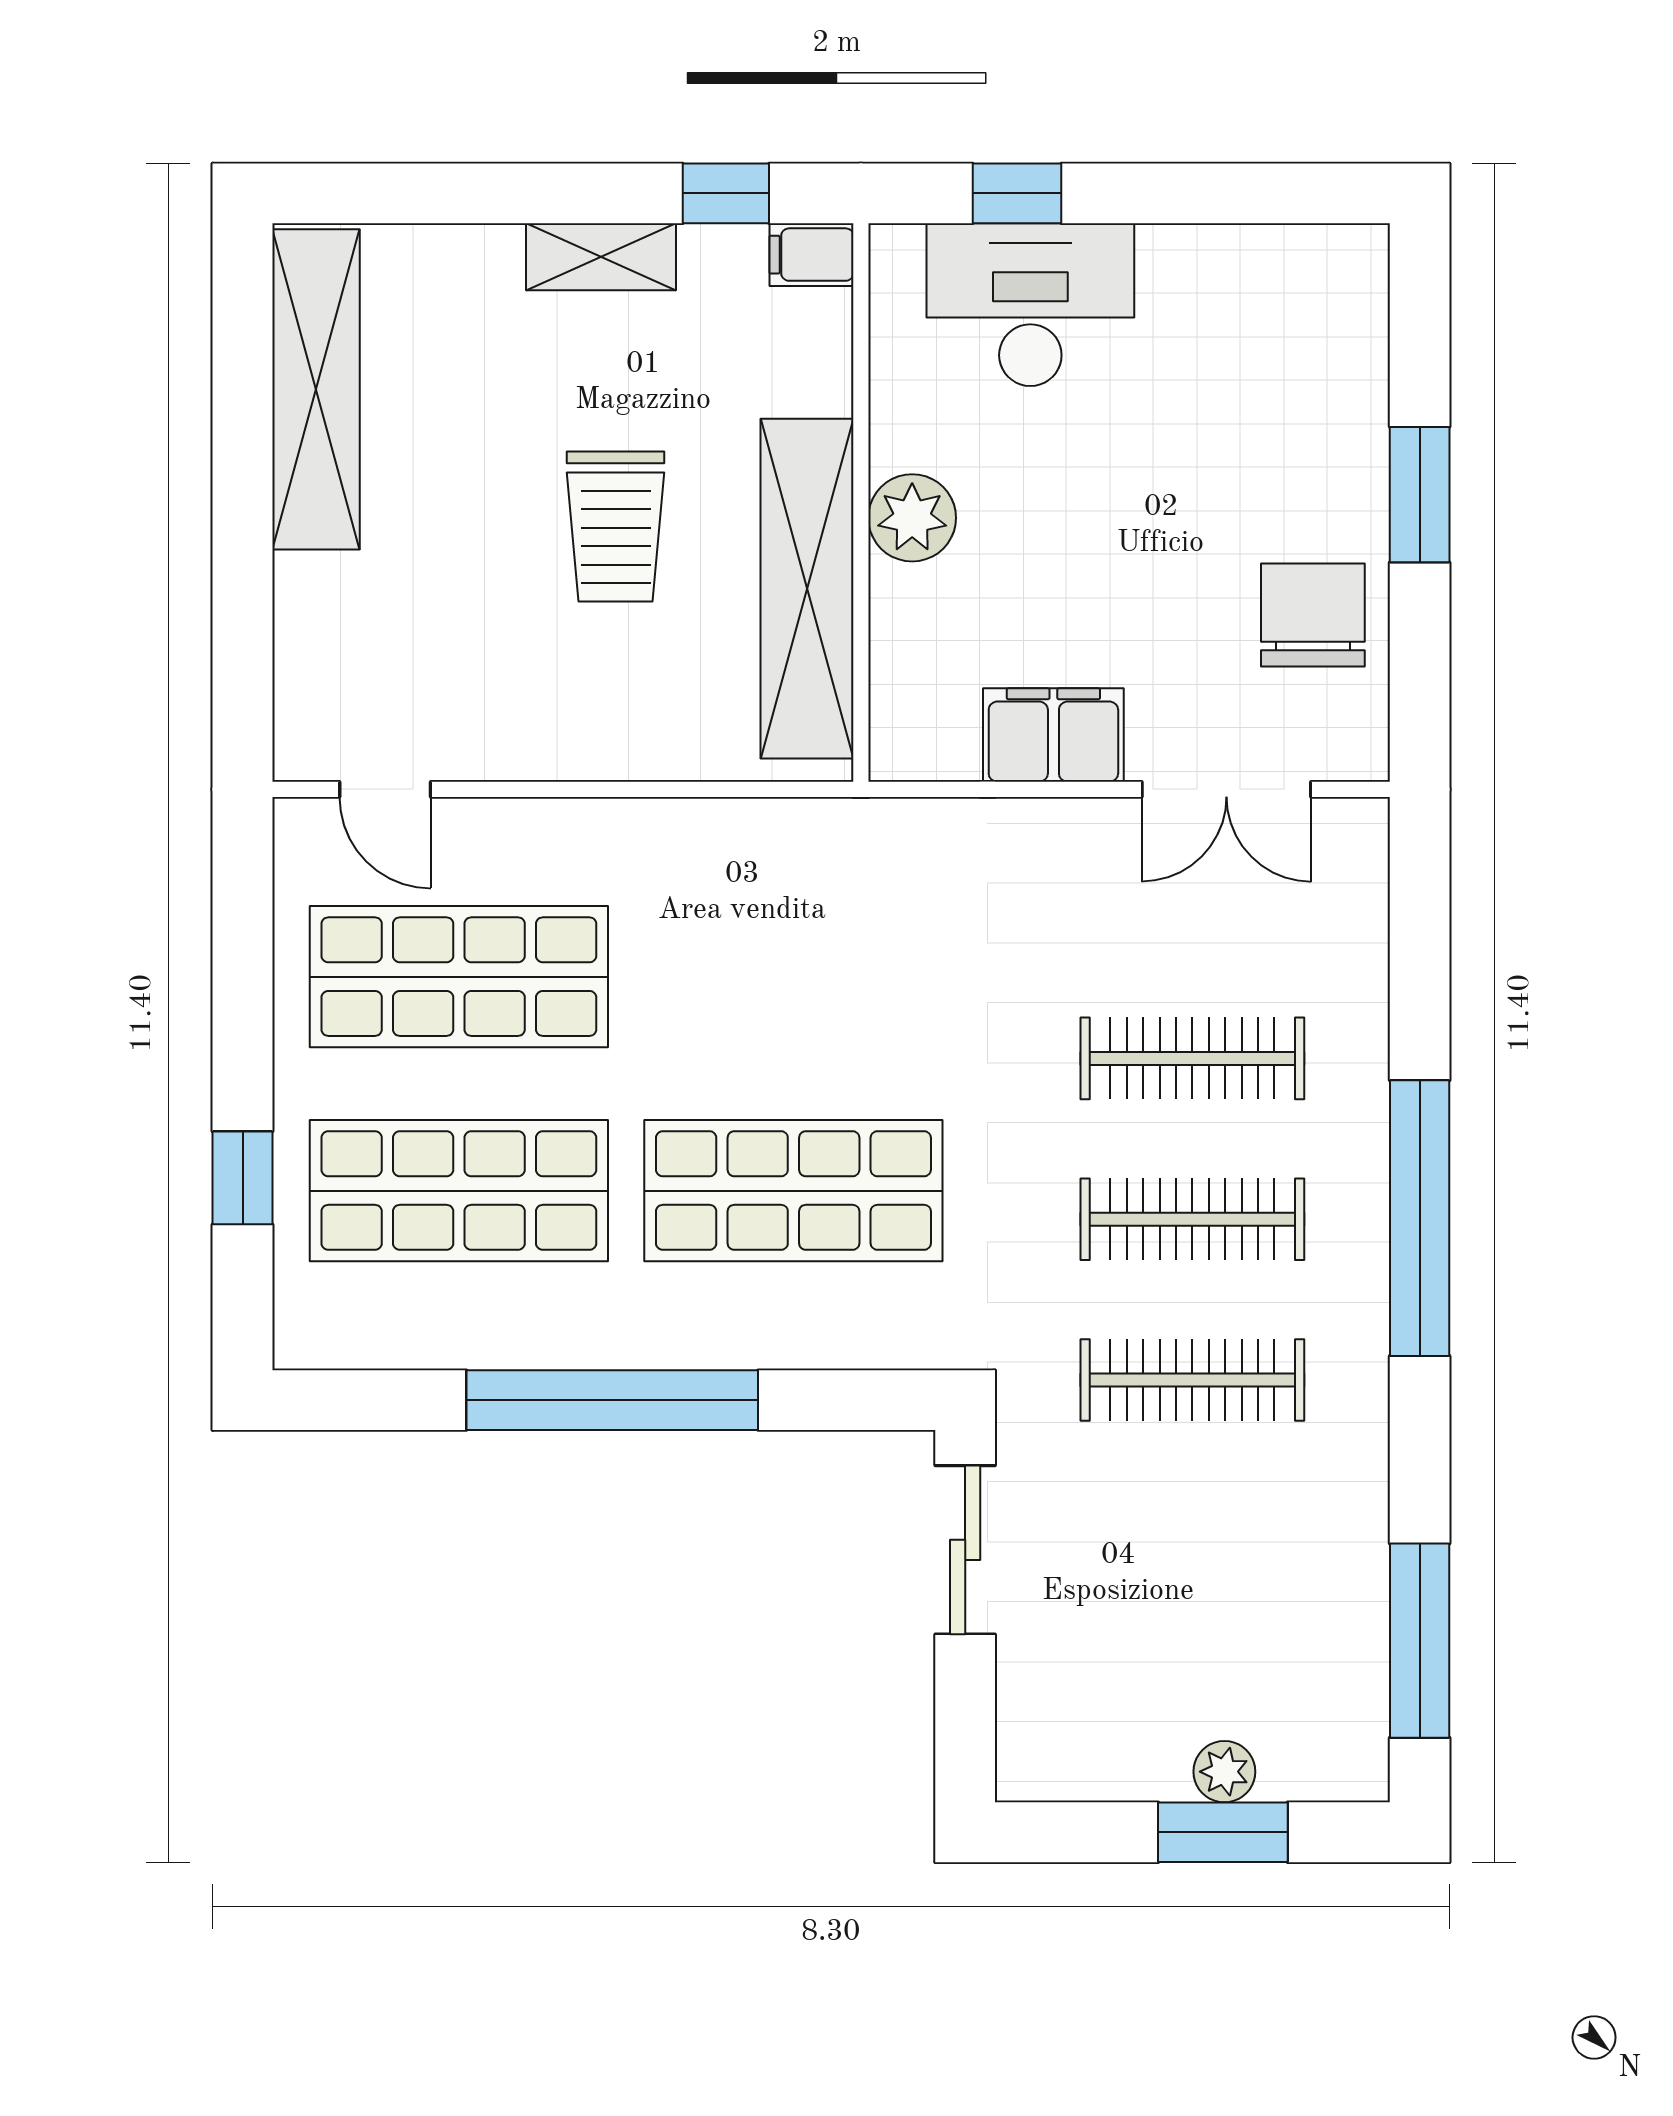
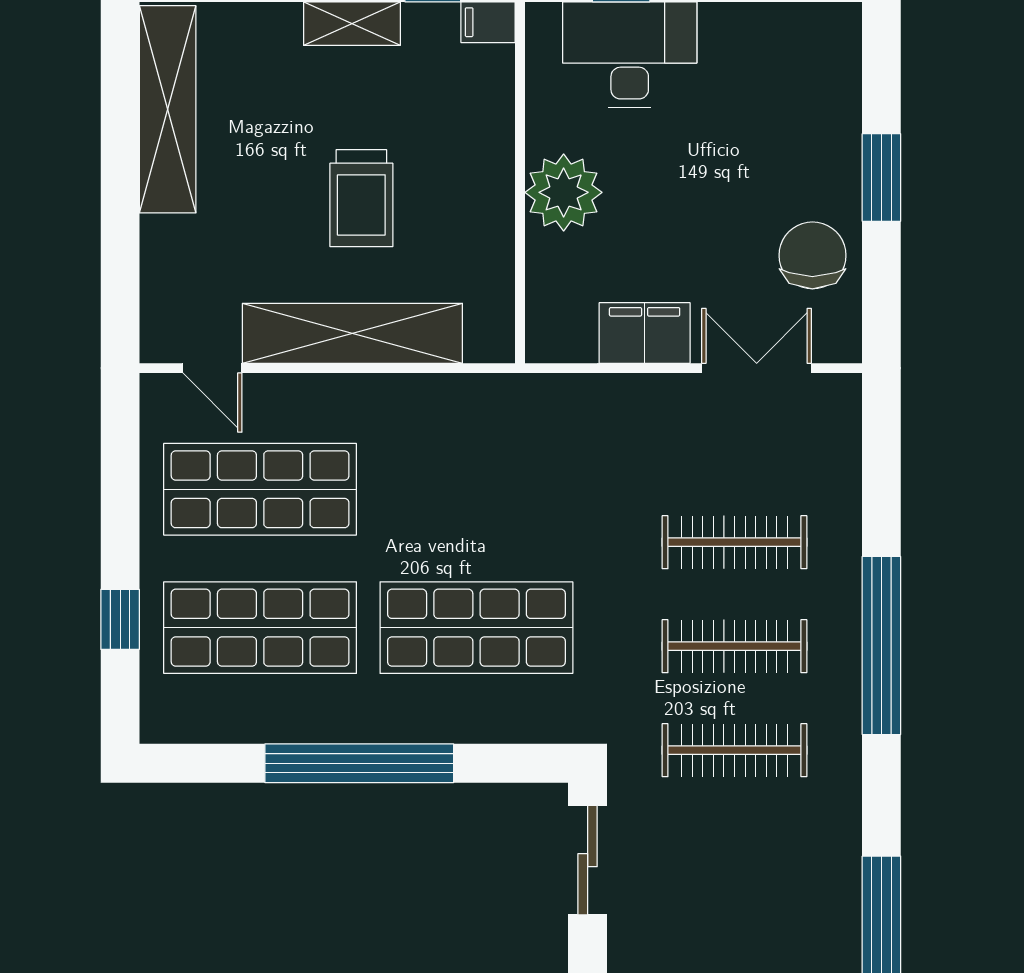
plant: (912, 518) -> (564, 192), width x1.36, depth x1.36
shelving: (807, 589) -> (352, 333), moved, turned 90
double door: (1226, 789) -> (757, 368), swing flipped

